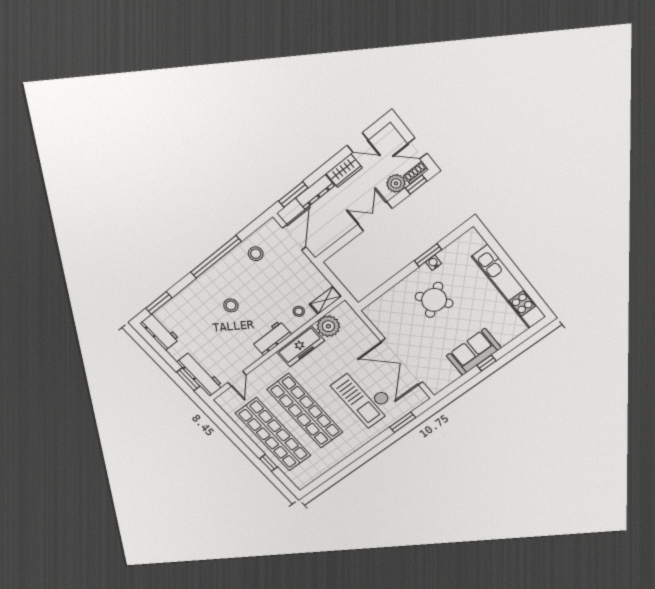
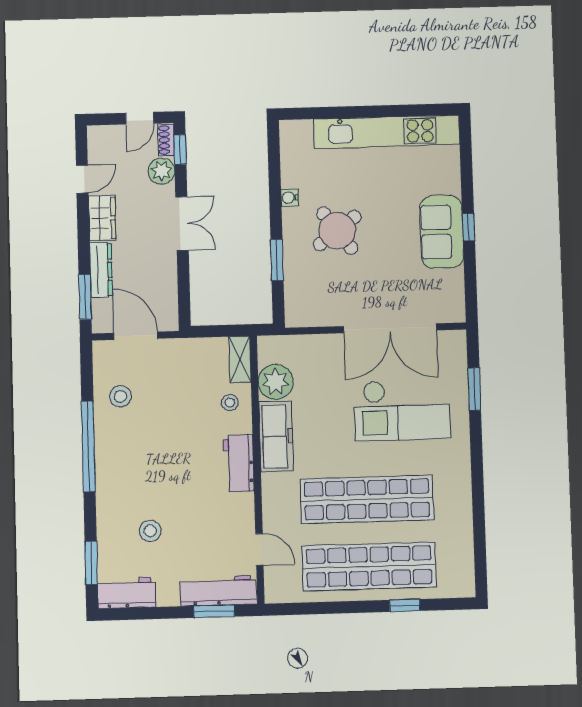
double door: (375, 216) -> (182, 224), swing flipped
window: (428, 255) -> (277, 260), moved
stool: (231, 305) -> (150, 531), moved

